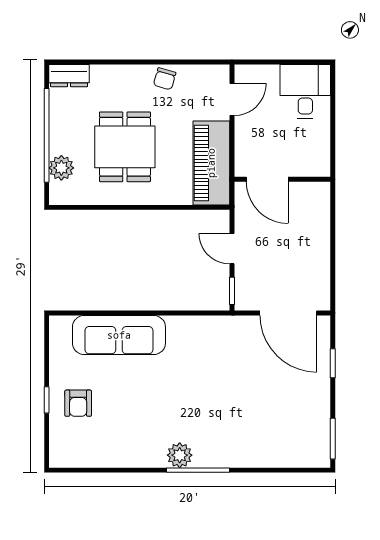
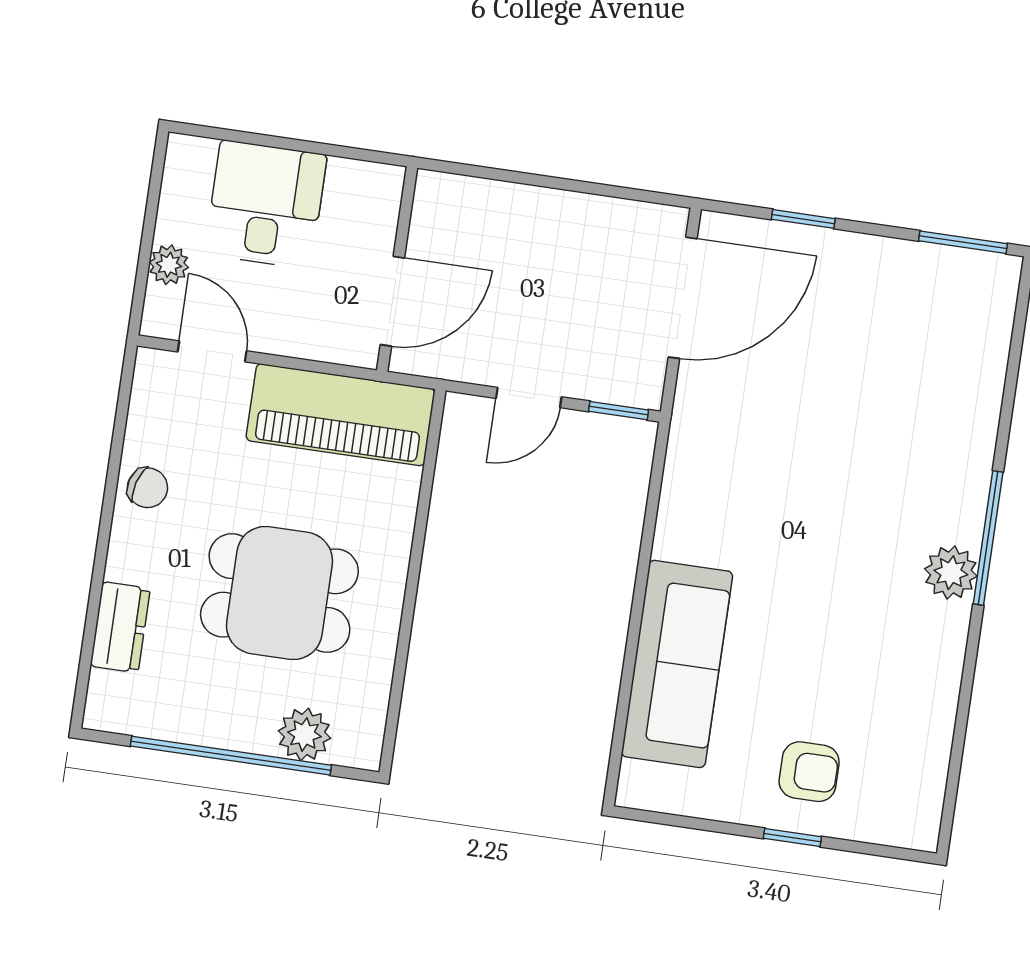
plant: (269, 74) -> (169, 265), added
dresser: (69, 76) -> (120, 627), moved
desk: (305, 91) -> (266, 204), moved, turned 90

